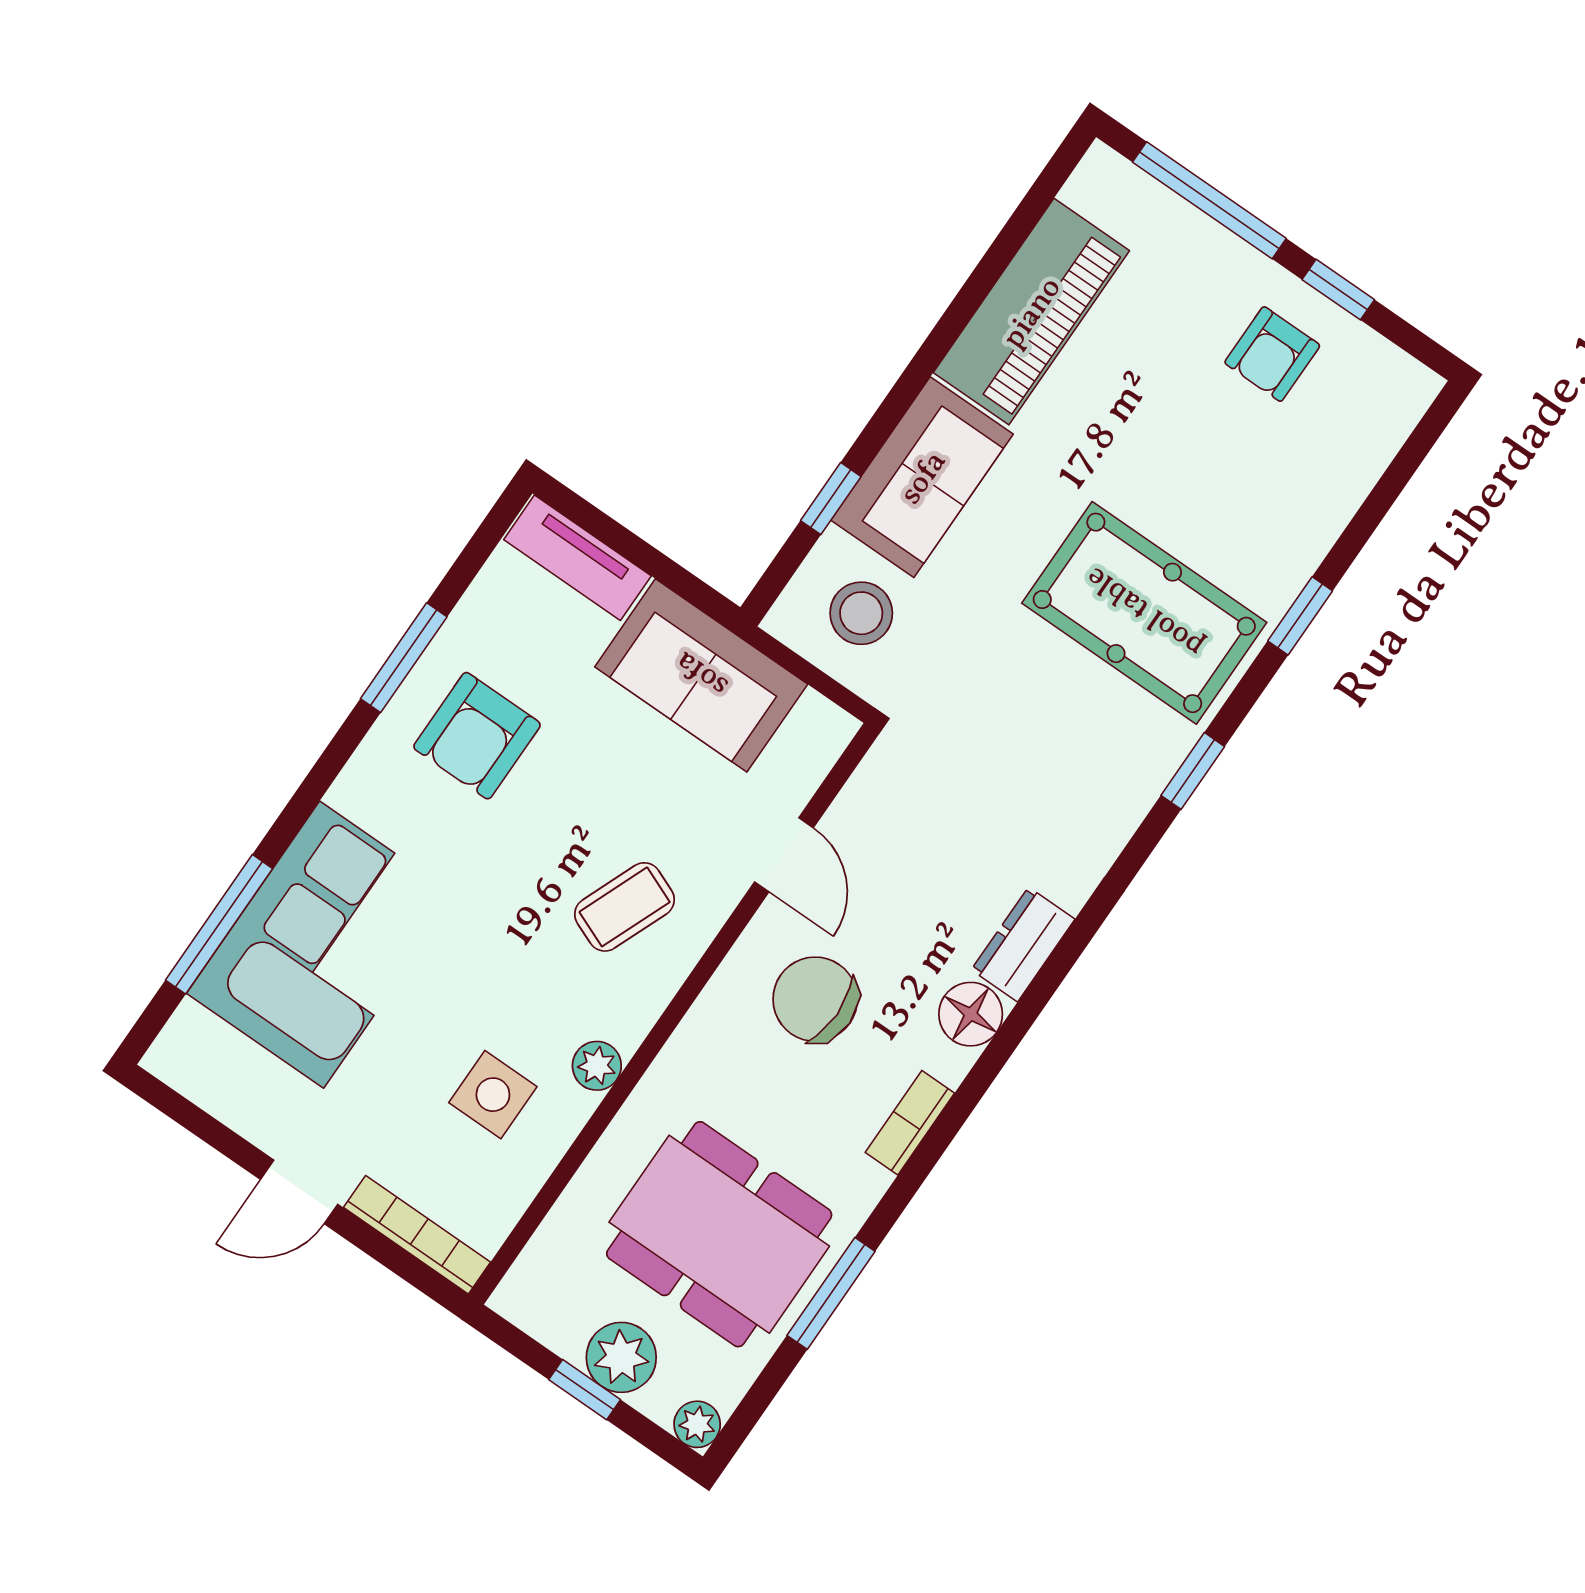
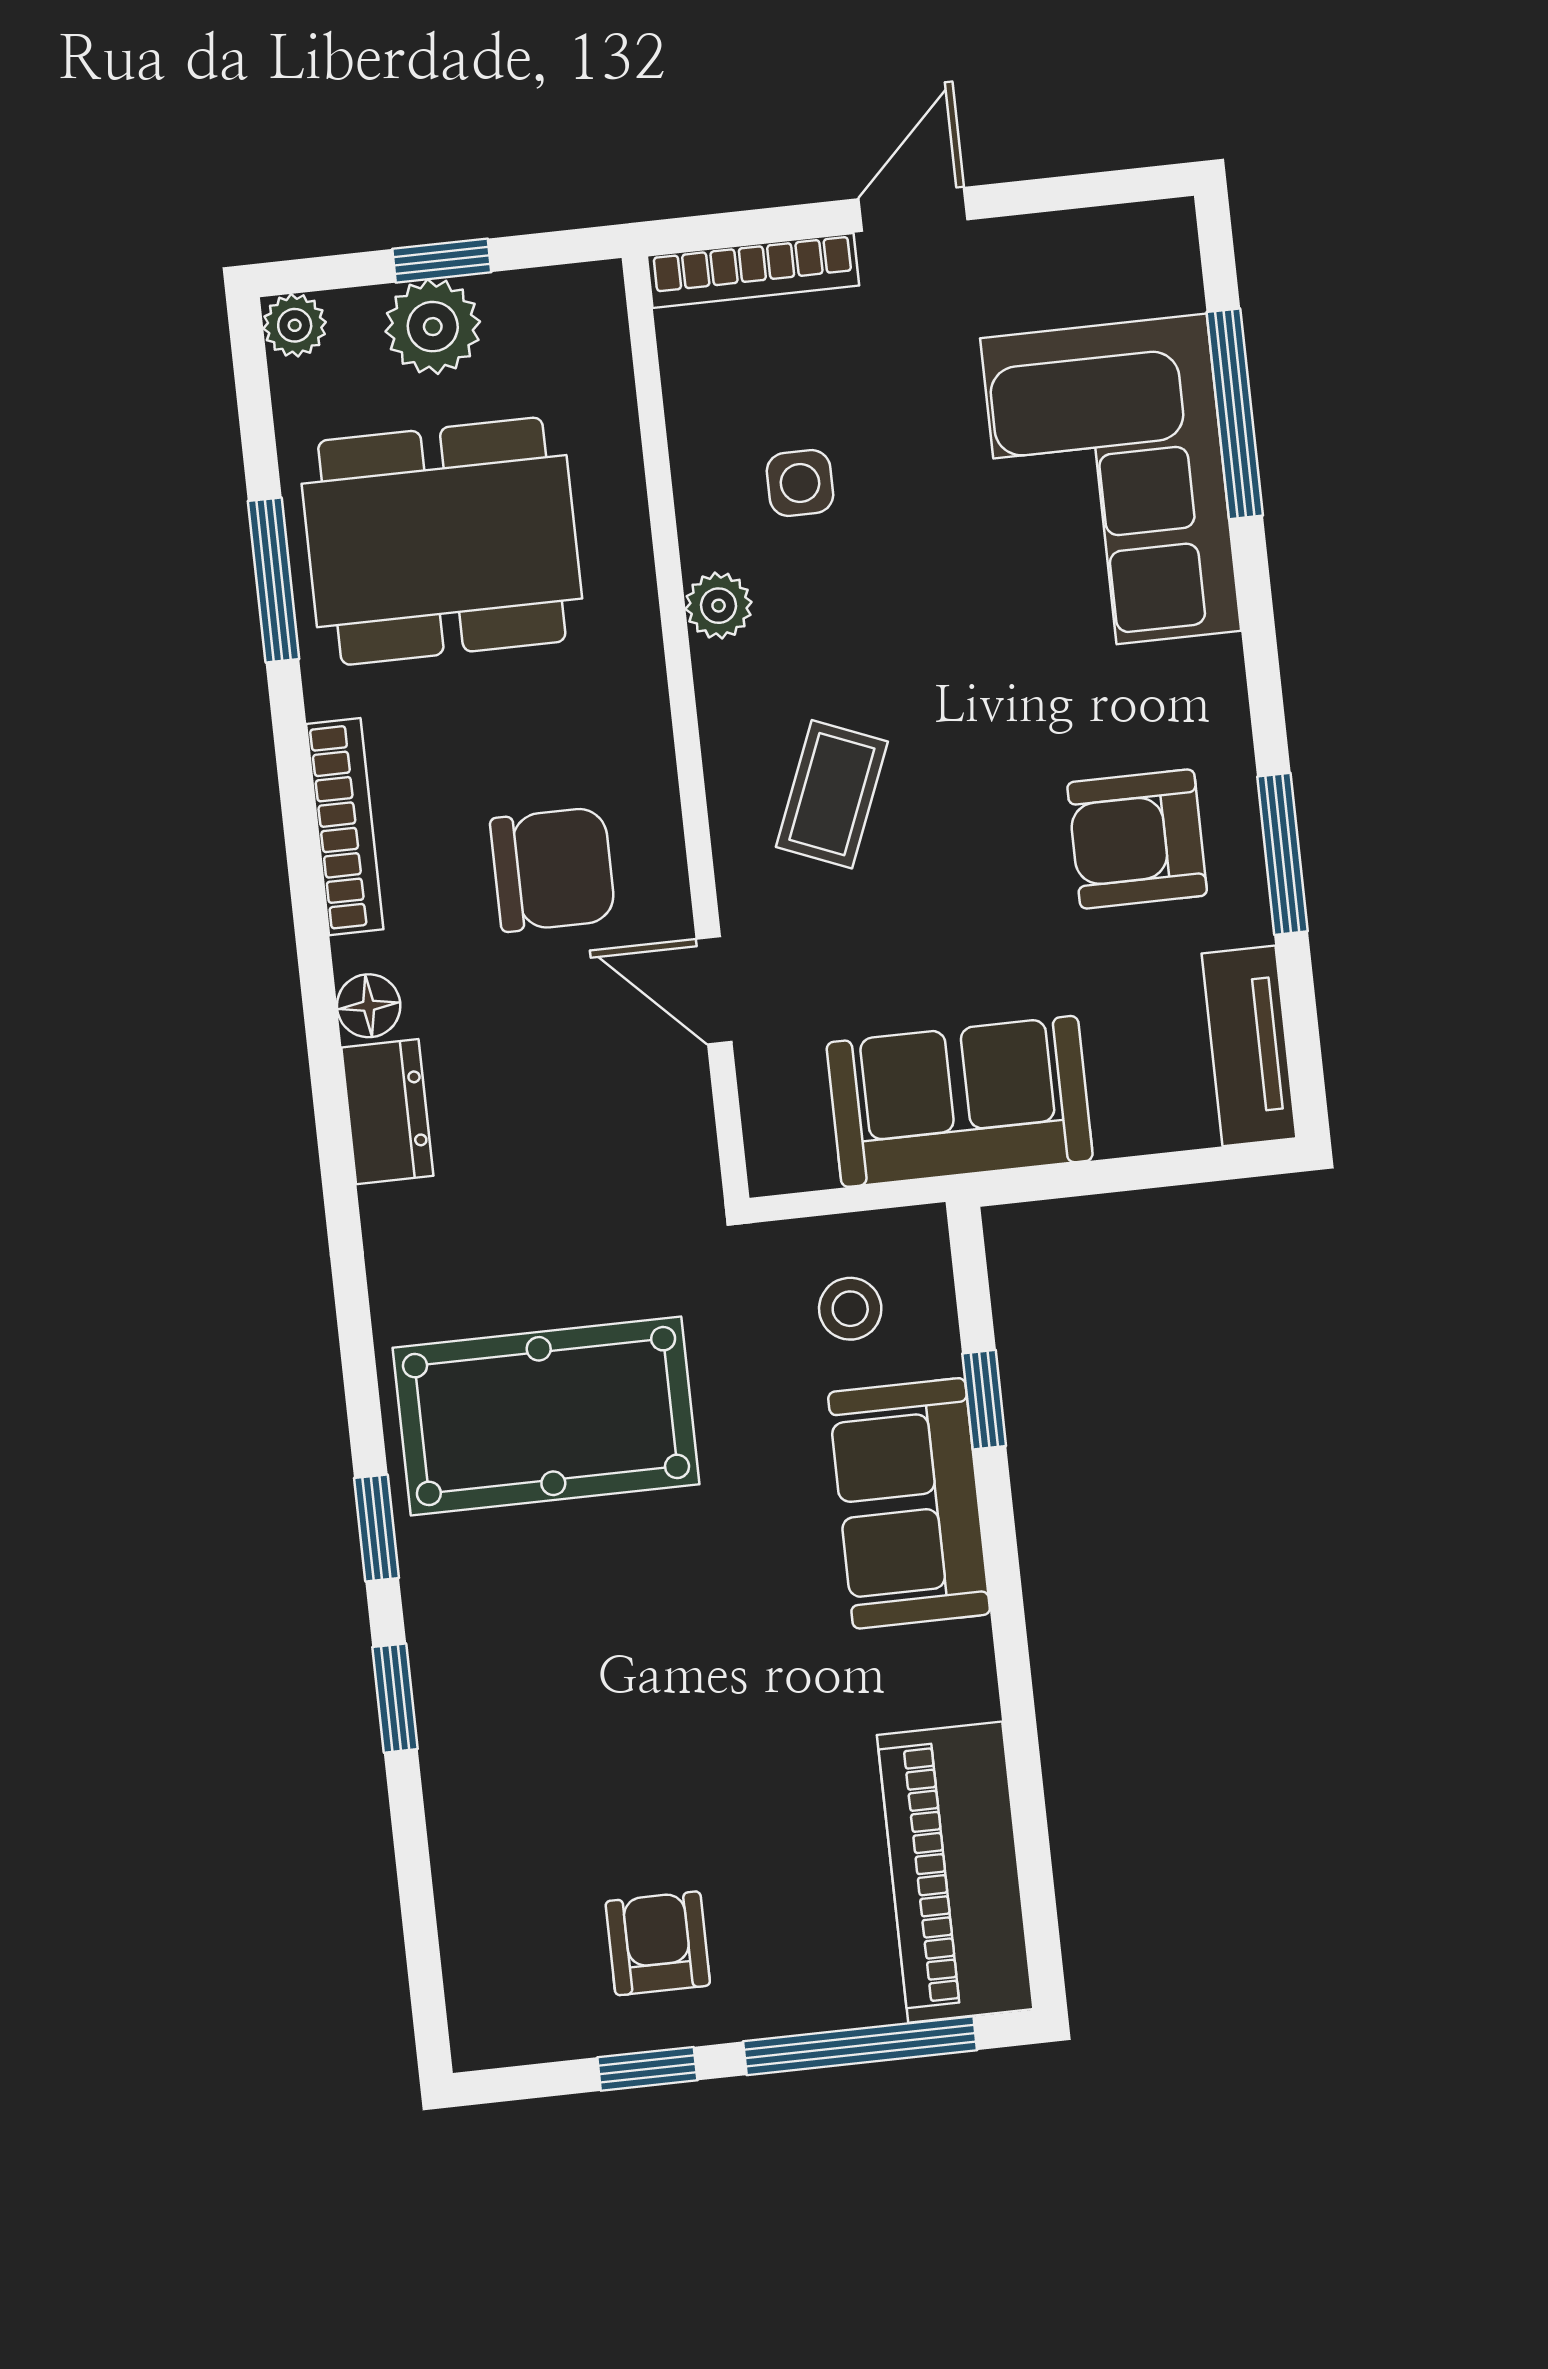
piano: (1031, 312) -> (955, 1872), moved
tv unit: (577, 558) -> (1249, 1046), moved, turned -90
stool: (861, 613) -> (850, 1309), width x0.73, depth x0.73
pool table: (1144, 613) -> (546, 1416), moved
armchair: (477, 736) -> (1137, 839), turned -90
window: (1193, 771) -> (377, 1528), moved
floor lamp: (971, 1014) -> (369, 1006), width x0.73, depth x0.73
side table: (493, 1095) -> (800, 483), width x0.73, depth x0.73
bookcase: (910, 1123) -> (345, 827), width x1.56

